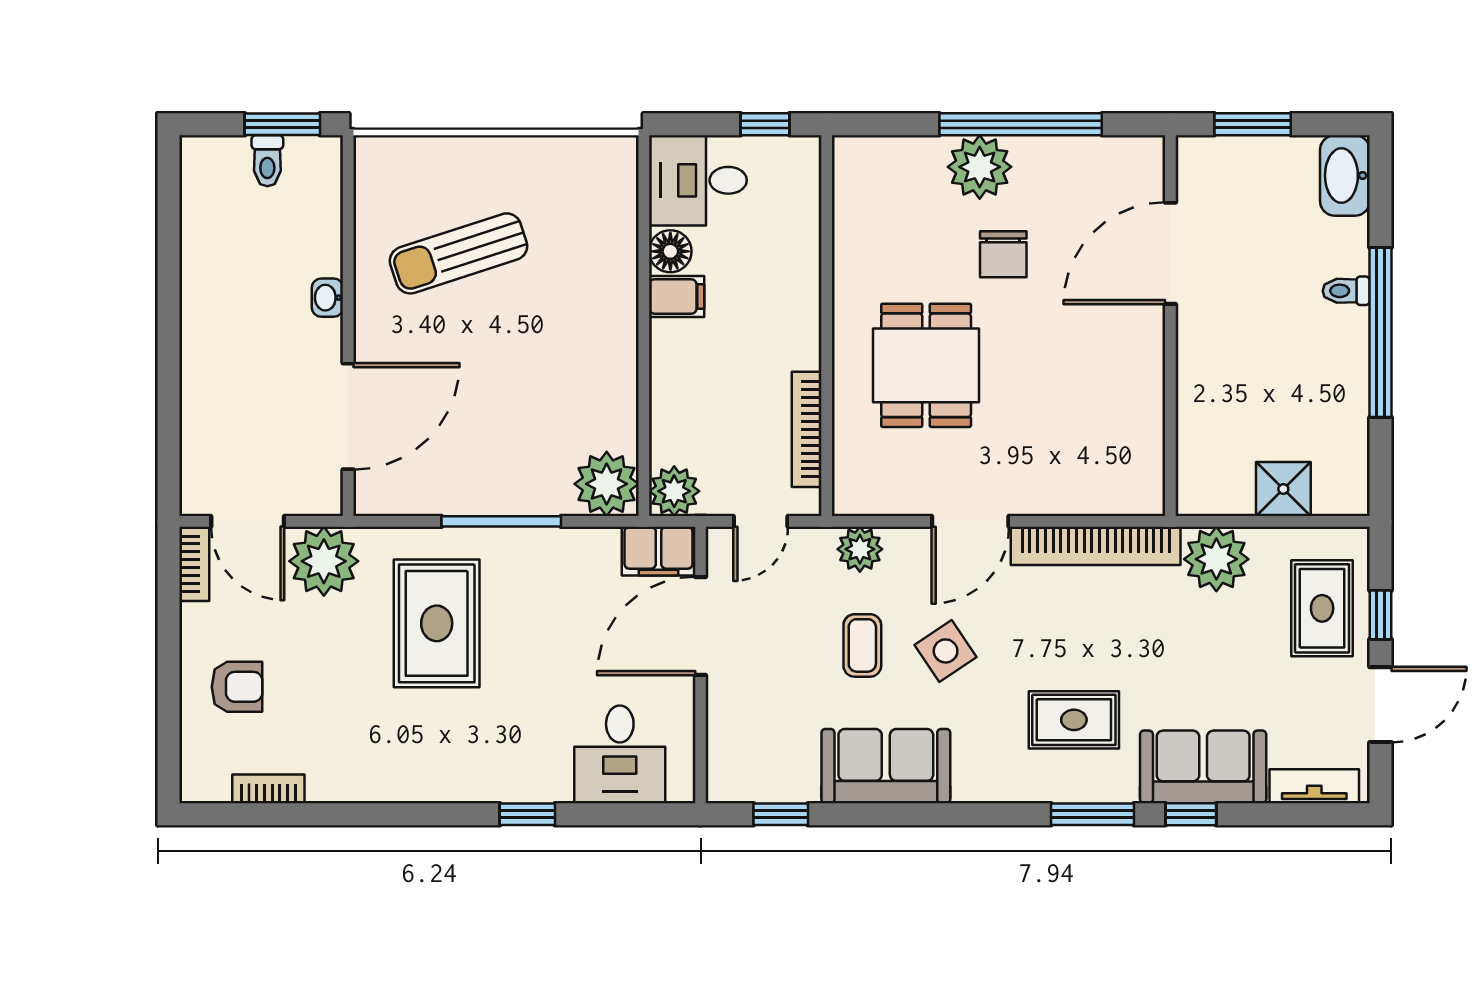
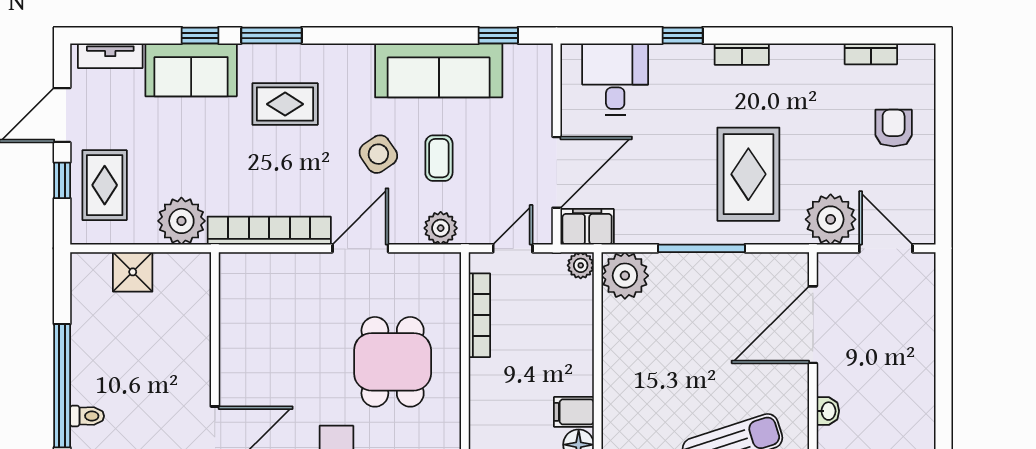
plant: (674, 491) -> (581, 265), width x0.73, depth x0.73
bookcase: (194, 564) -> (742, 54), moved, turned -90
armchair: (237, 687) -> (894, 128), turned 90
sofa: (886, 766) -> (439, 70), width x1.36

